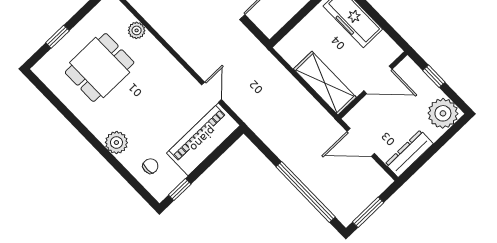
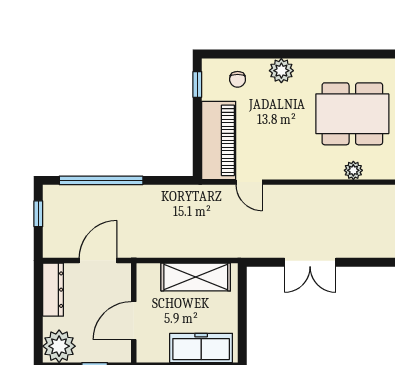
dining table: (100, 67) -> (352, 114), width x1.37
shelving: (325, 83) -> (196, 277), moved
window: (368, 212) -> (38, 214), width x0.67

